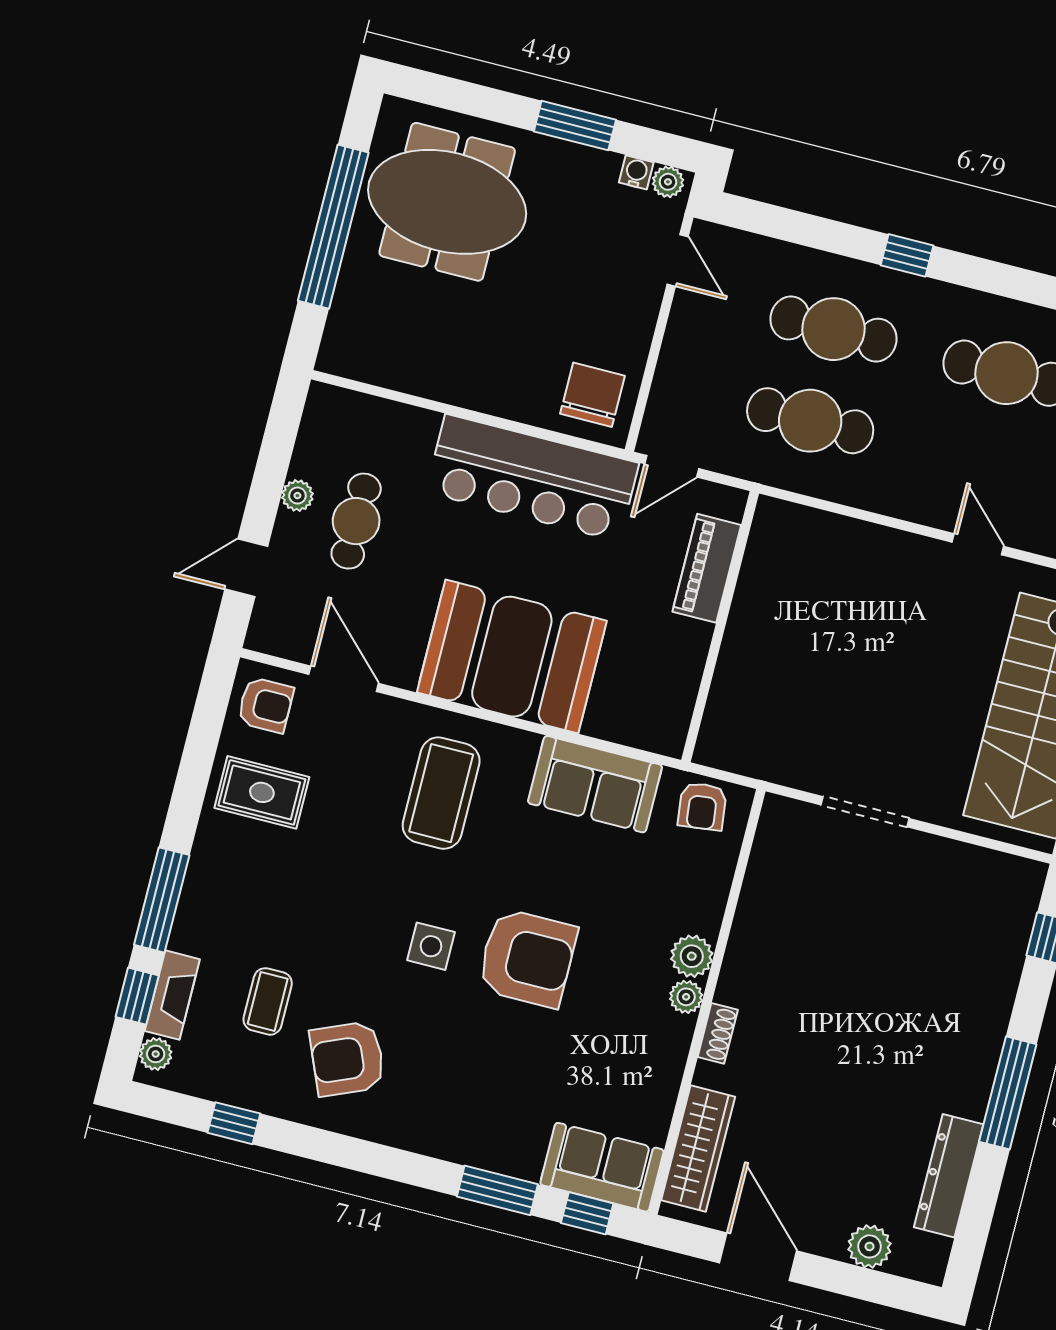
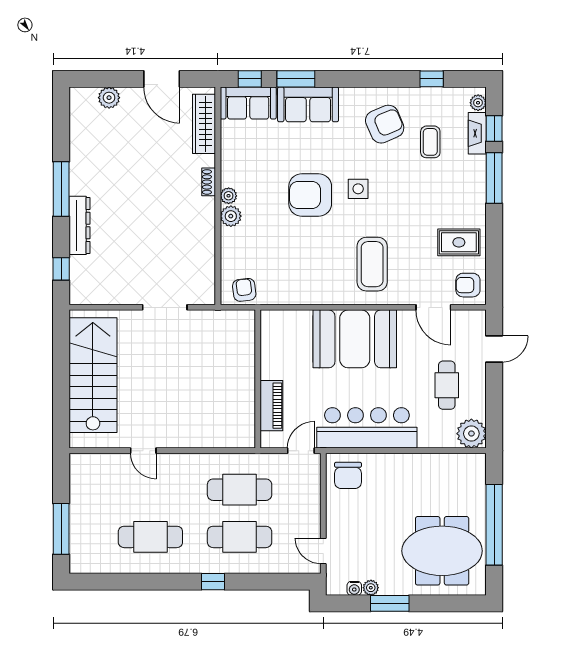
plant: (668, 182) -> (371, 588), moved
plant: (297, 496) -> (471, 434), moved, width x1.87, depth x1.87
sofa: (595, 784) -> (308, 104), moved, turned 180
dresser: (949, 1176) -> (79, 225), moved

